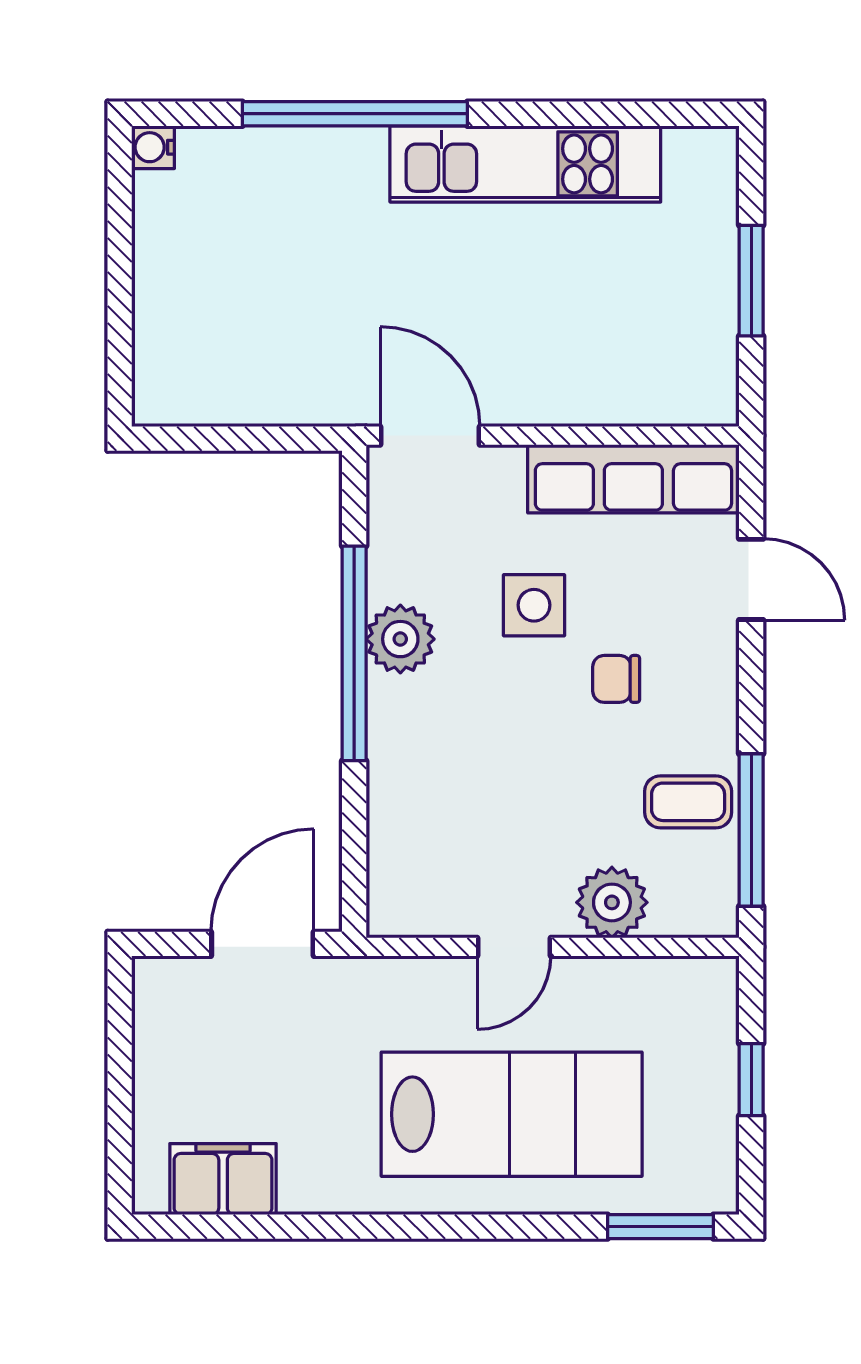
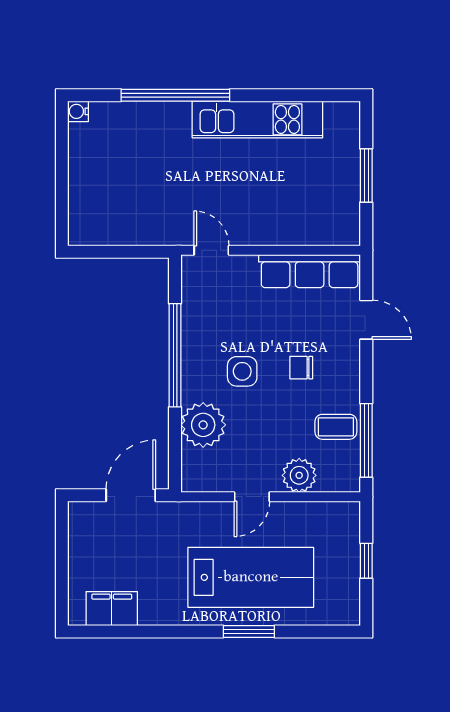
door: (430, 436) -> (211, 250), width x0.73
side table: (534, 605) -> (242, 371), moved
plant: (400, 639) -> (203, 425), moved, width x1.36, depth x1.36
window: (661, 1227) -> (249, 631), moved

